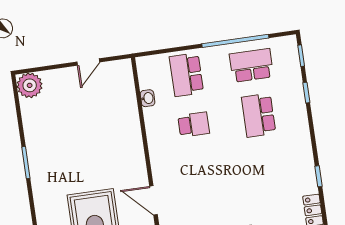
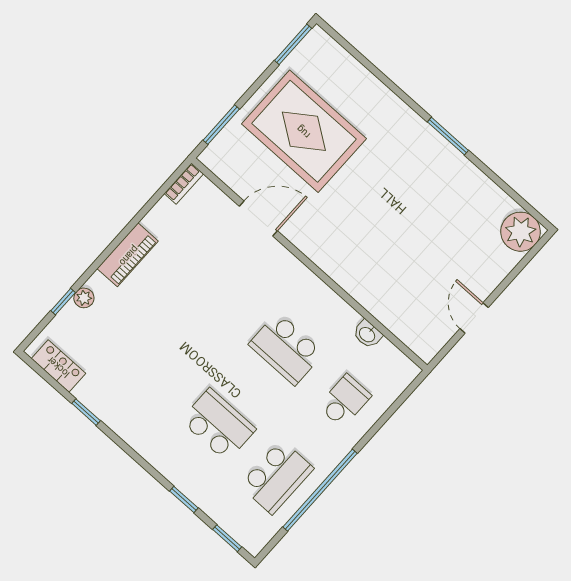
school desk: (186, 75) -> (345, 401), width x0.54
school desk: (194, 125) -> (286, 349), width x1.85

